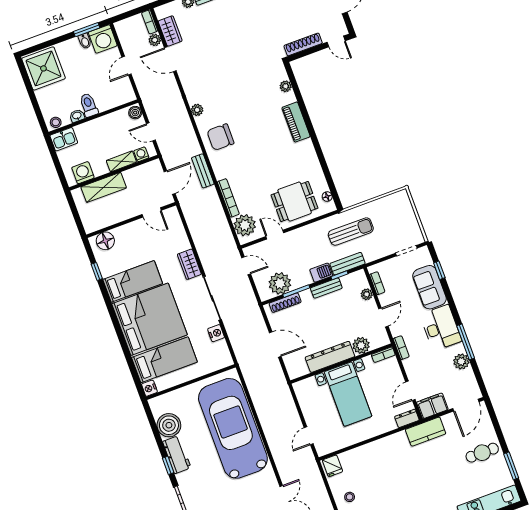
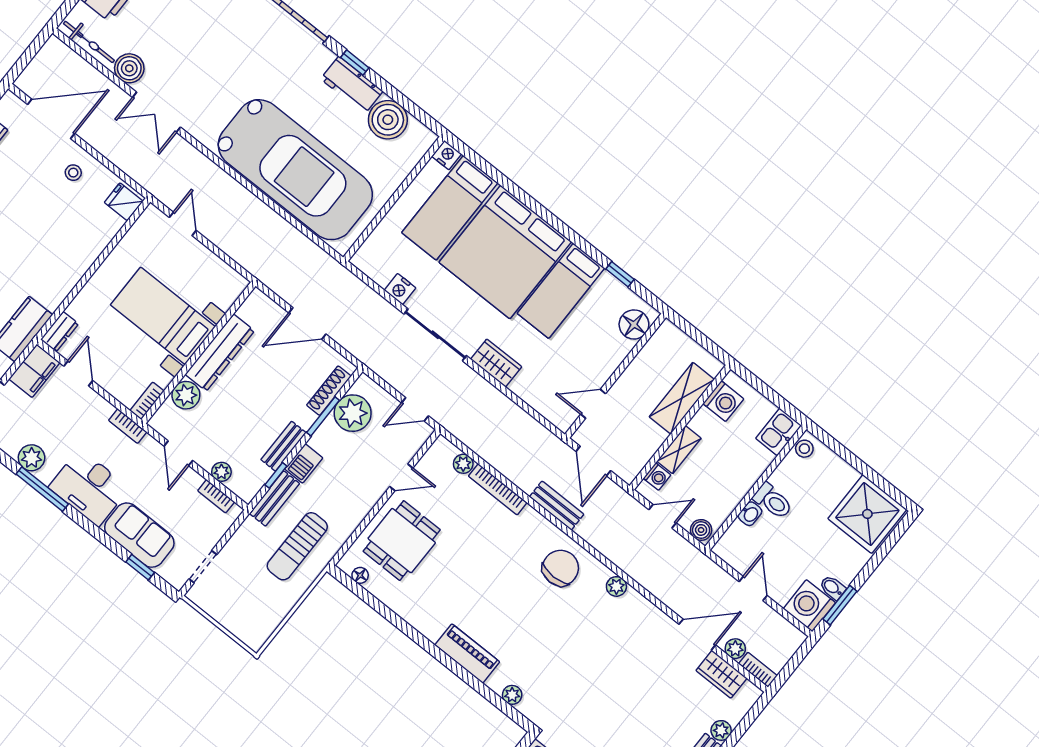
washbasin: (77, 116) -> (750, 514), moved
plant: (245, 225) -> (463, 464), width x0.53, depth x0.53

